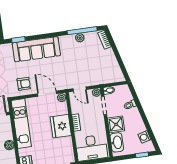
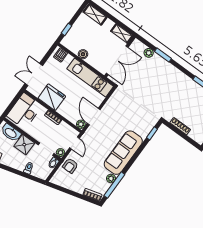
sofa: (36, 49) -> (123, 153), moved
armchair: (24, 84) -> (70, 166), moved
door: (80, 89) -> (75, 143), swing flipped
door: (47, 94) -> (94, 117), swing flipped
fridge: (61, 126) -> (52, 97), moved

